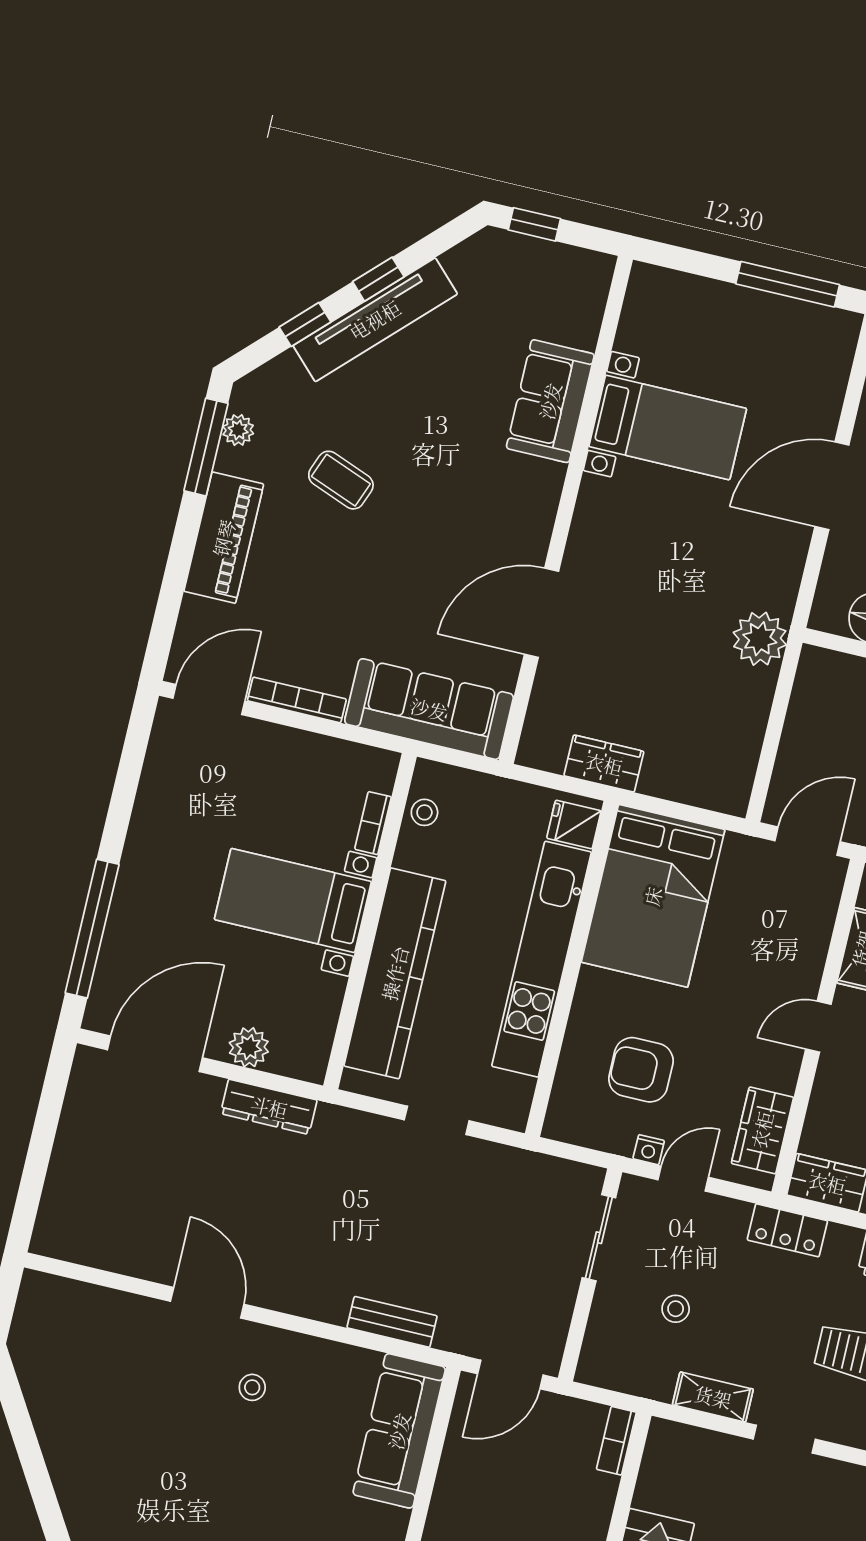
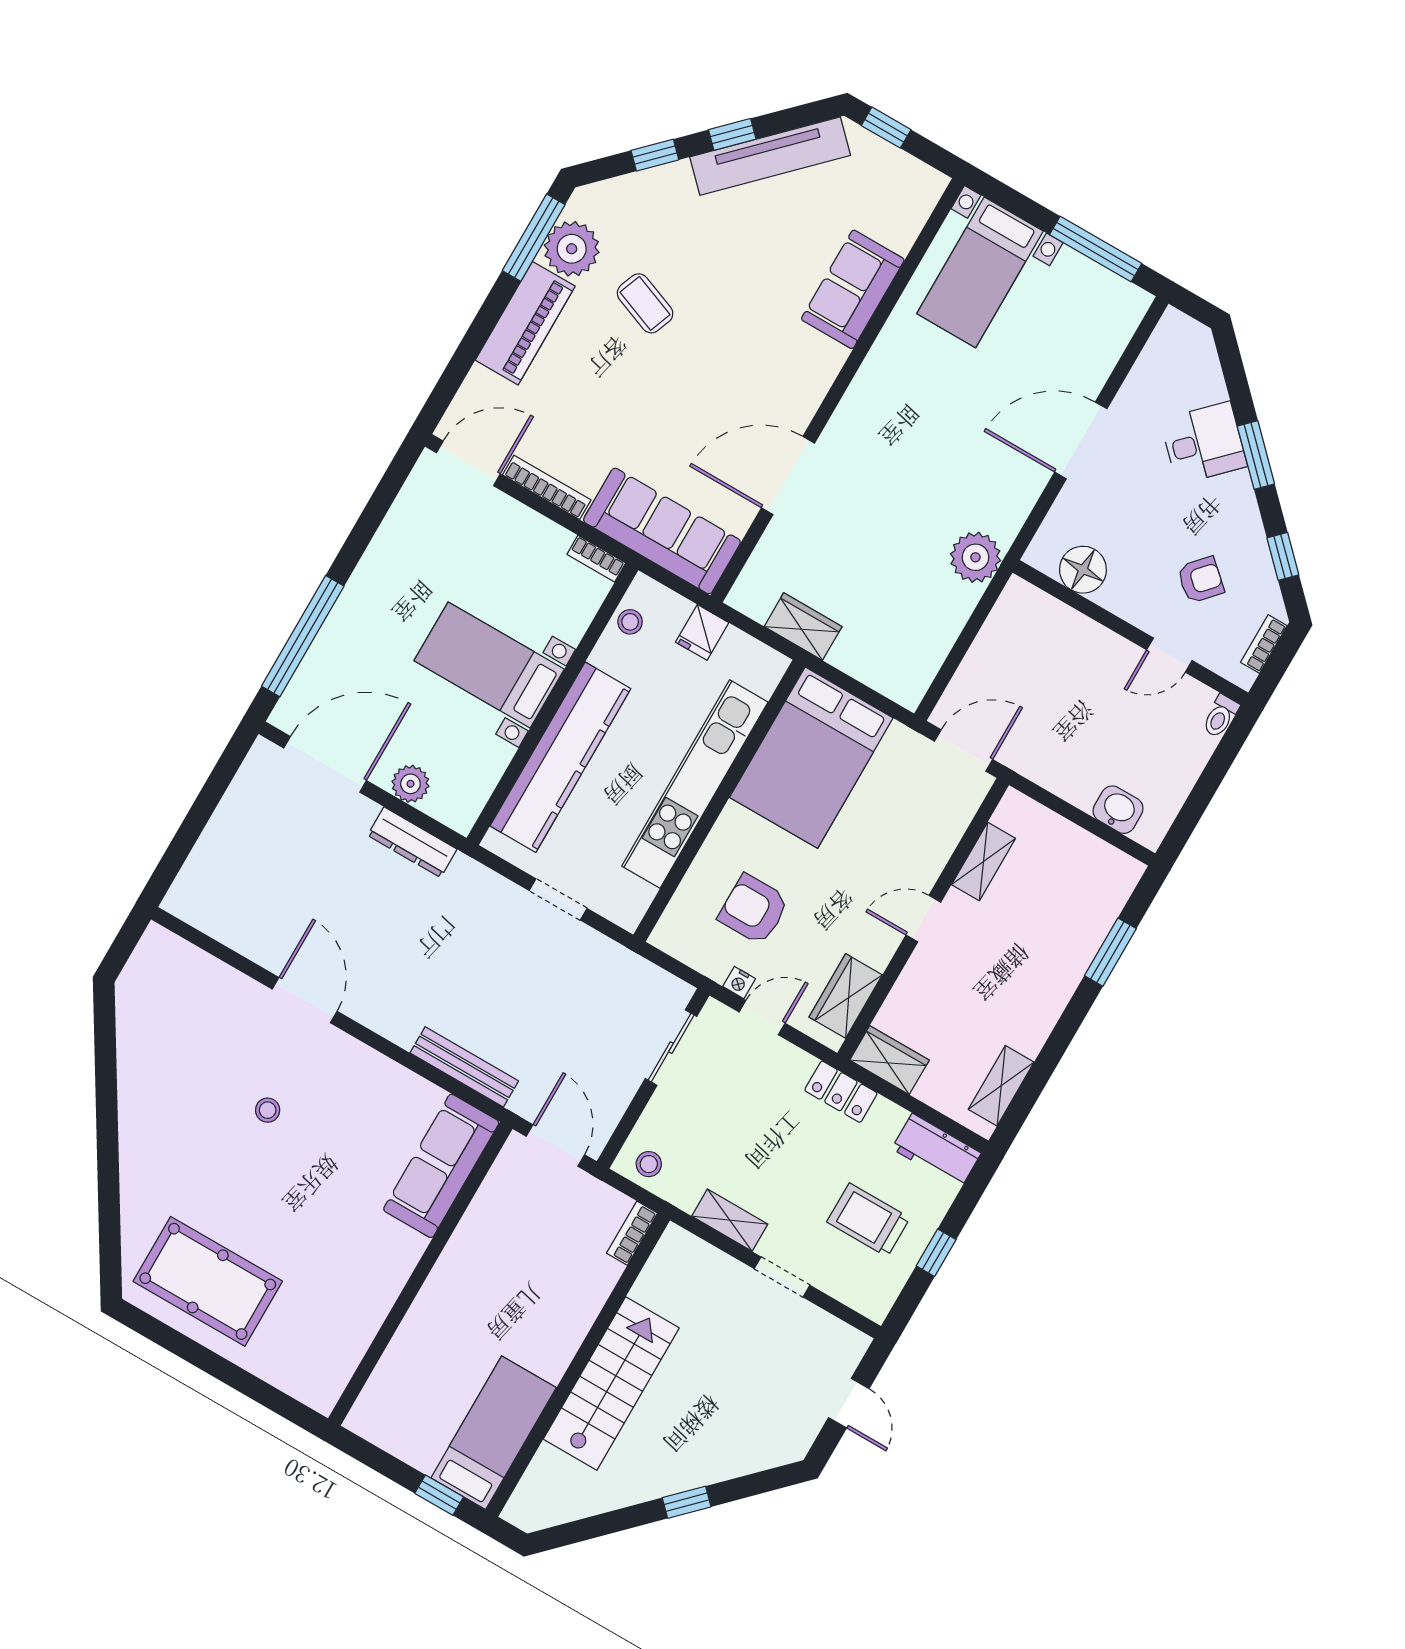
tv unit: (375, 320) -> (770, 156), moved
bed with nightstands: (668, 427) -> (980, 272), moved, turned 90
plant: (238, 430) -> (572, 249), width x1.88, depth x1.88
bookcase: (373, 823) -> (596, 559), moved, turned -90
fridge: (574, 825) -> (702, 632), moved, turned -90
stool: (676, 1309) -> (649, 1164), moved
bench: (392, 1322) -> (464, 1067), width x1.36
door: (510, 1374) -> (555, 1146), swing flipped
stool: (252, 1387) -> (268, 1110), moved

